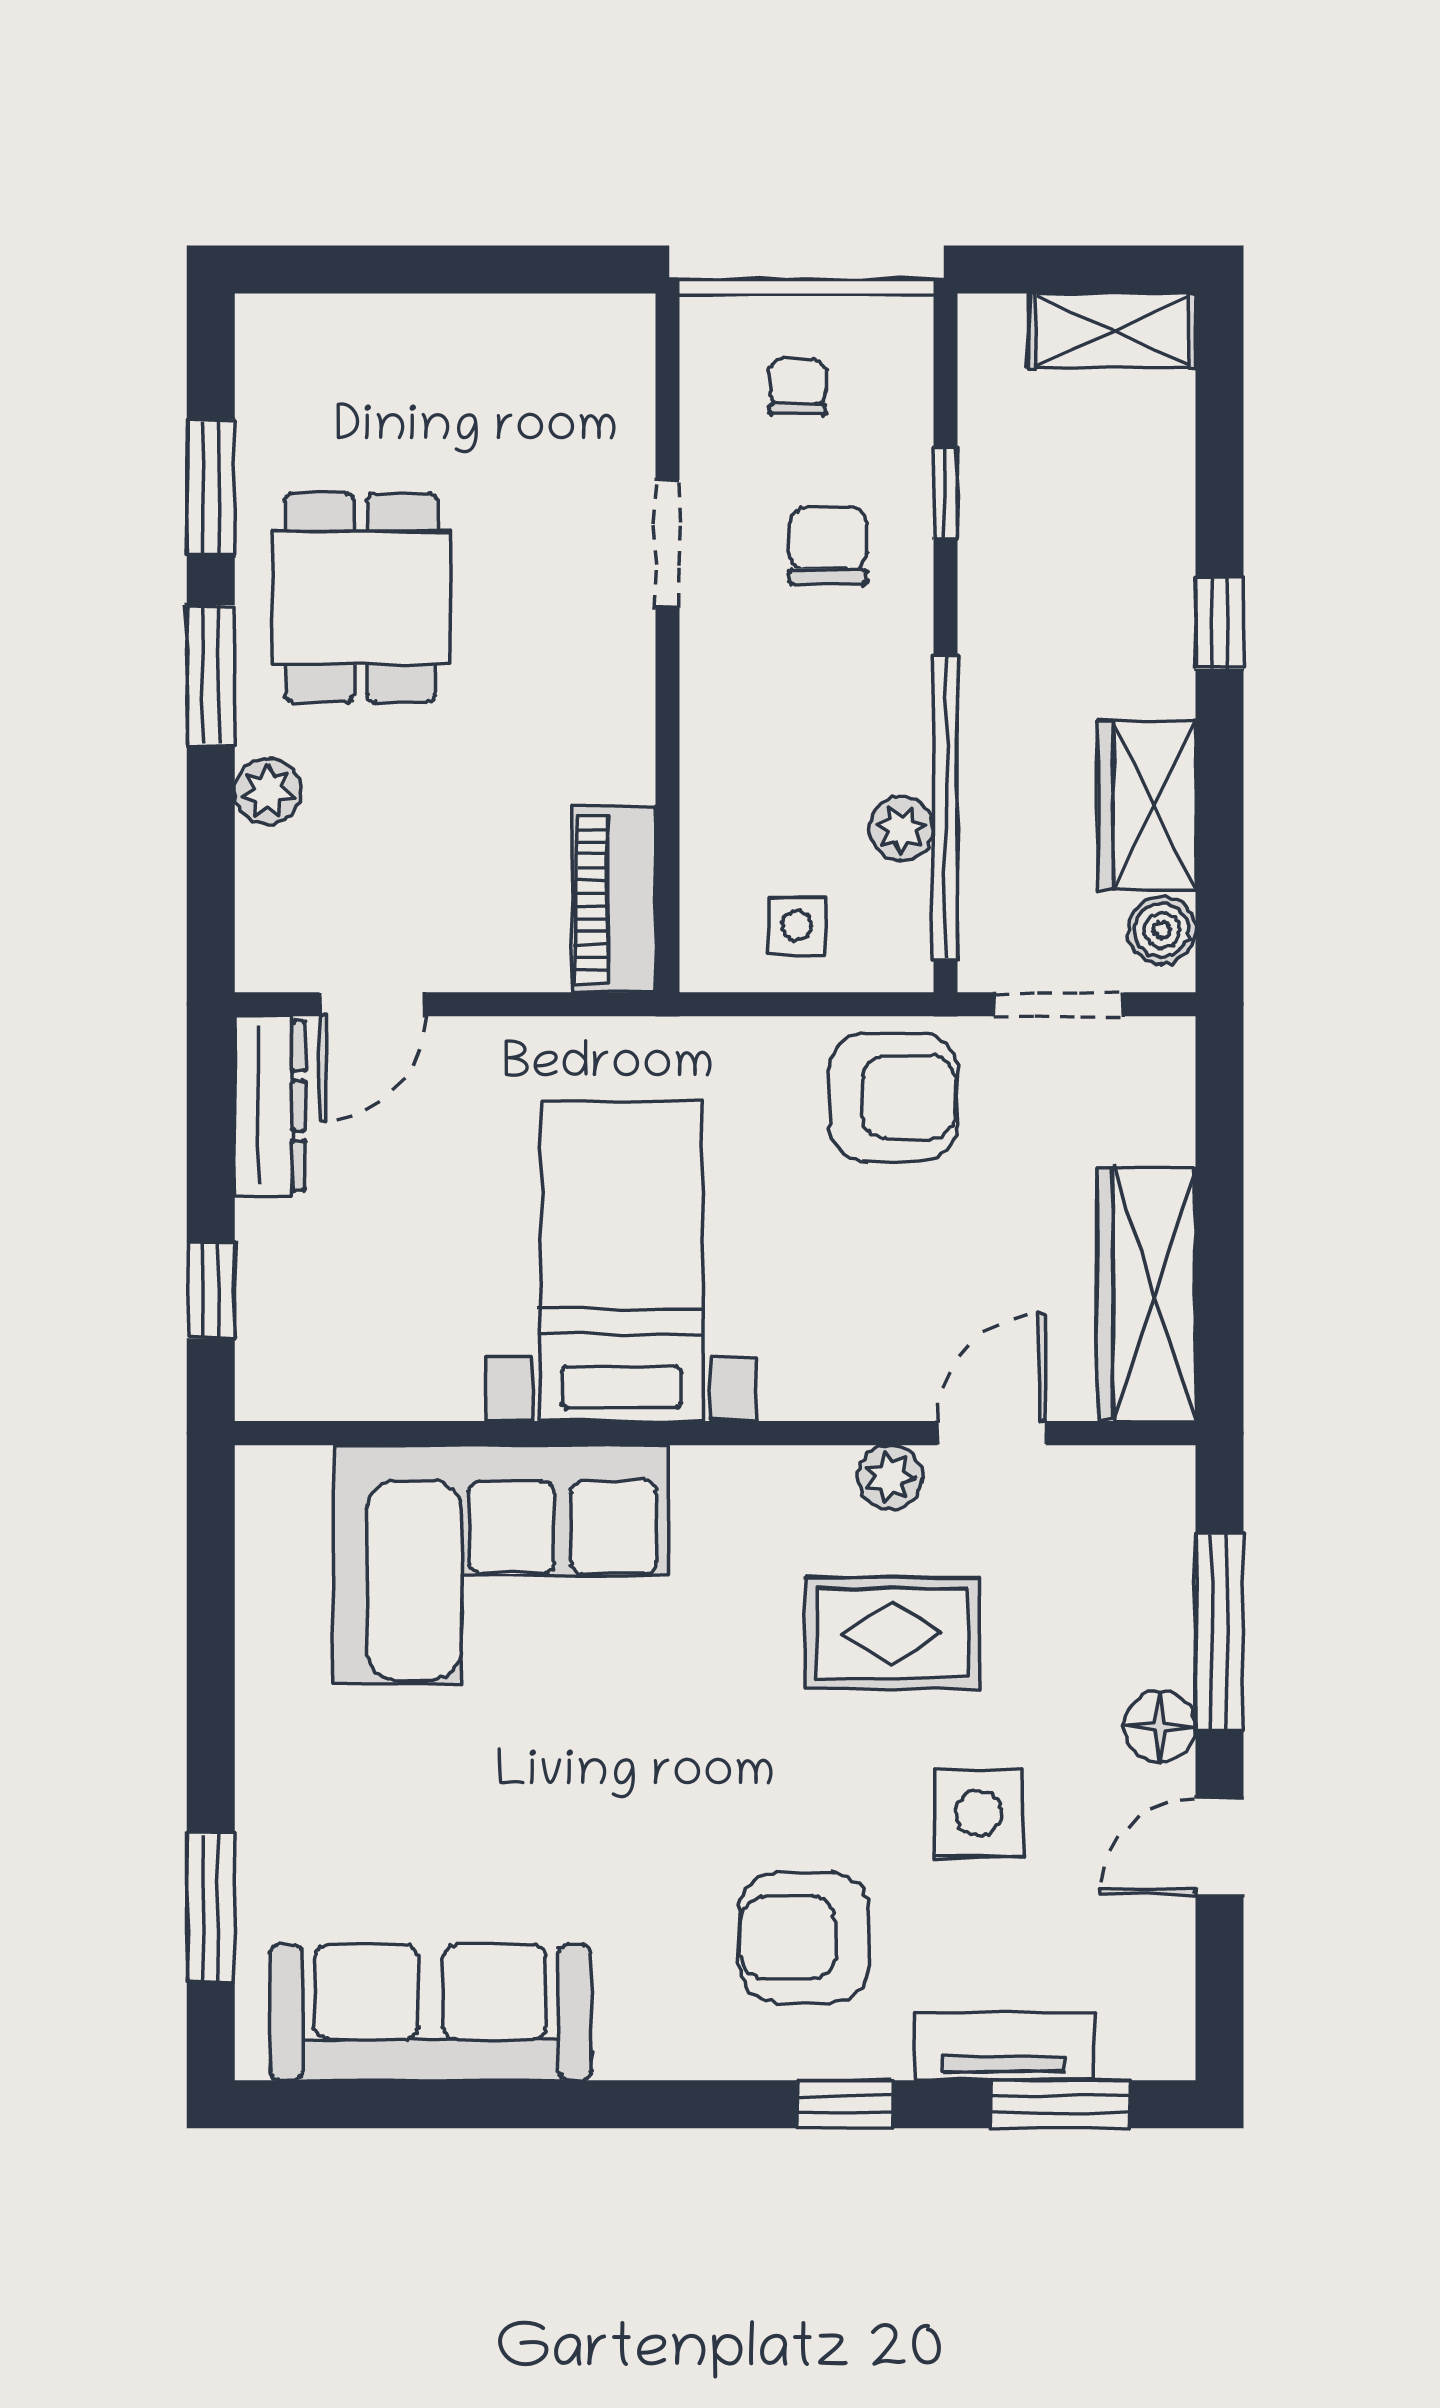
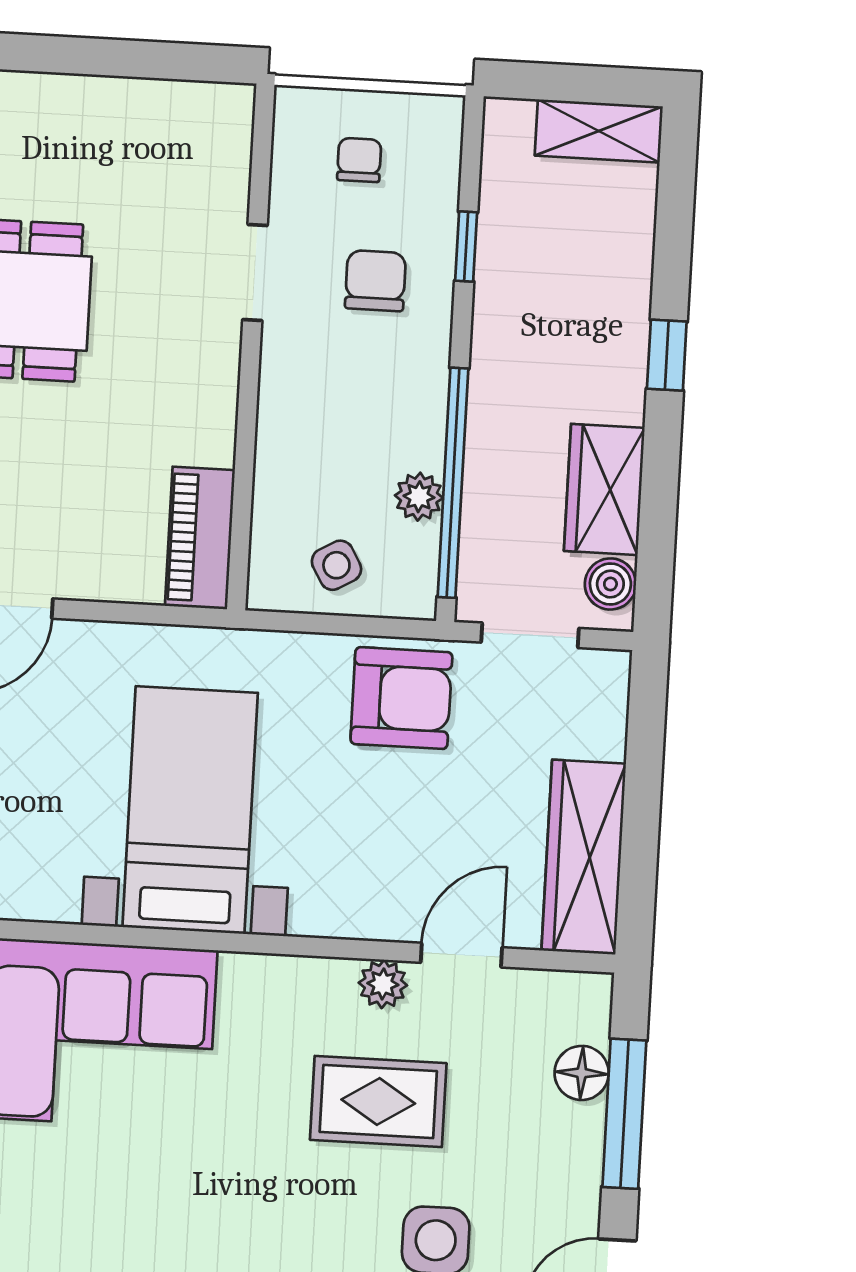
side table: (797, 926) -> (336, 565), turned -30
floor lamp: (1160, 1726) -> (582, 1073), moved

